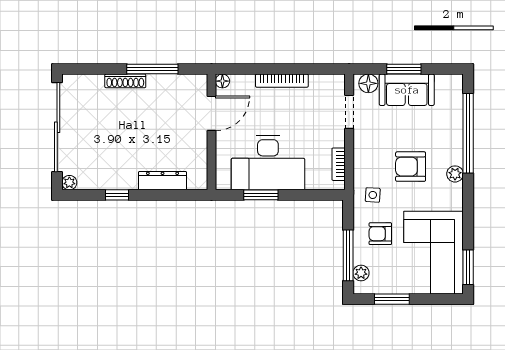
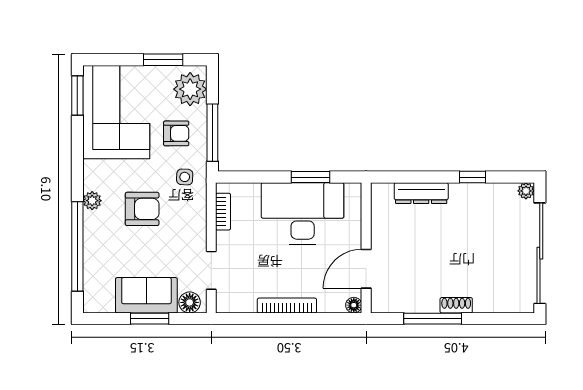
shoe rack: (125, 81) -> (456, 305), width x0.70
window: (348, 255) -> (212, 133), moved
plant: (361, 273) -> (190, 89), width x1.88, depth x1.88

